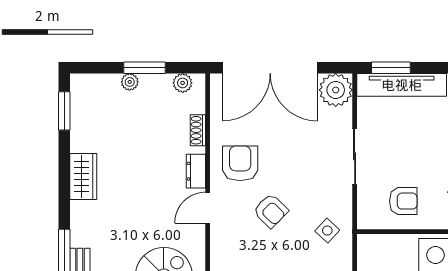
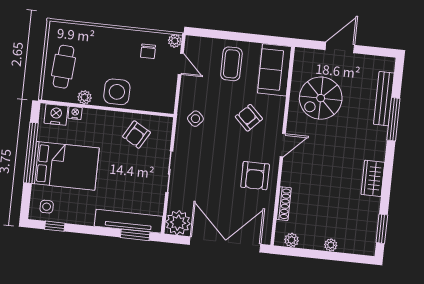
window: (144, 68) -> (319, 254), removed
shoe rack: (198, 130) -> (284, 204), width x1.43
dresser: (196, 171) -> (289, 173), removed
armchair: (403, 201) -> (137, 135), turned -60
armchair: (271, 211) -> (249, 118), moved

